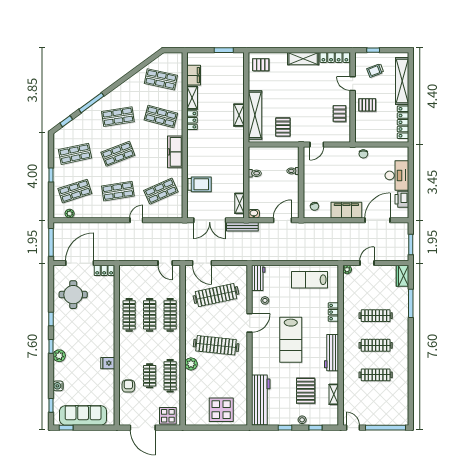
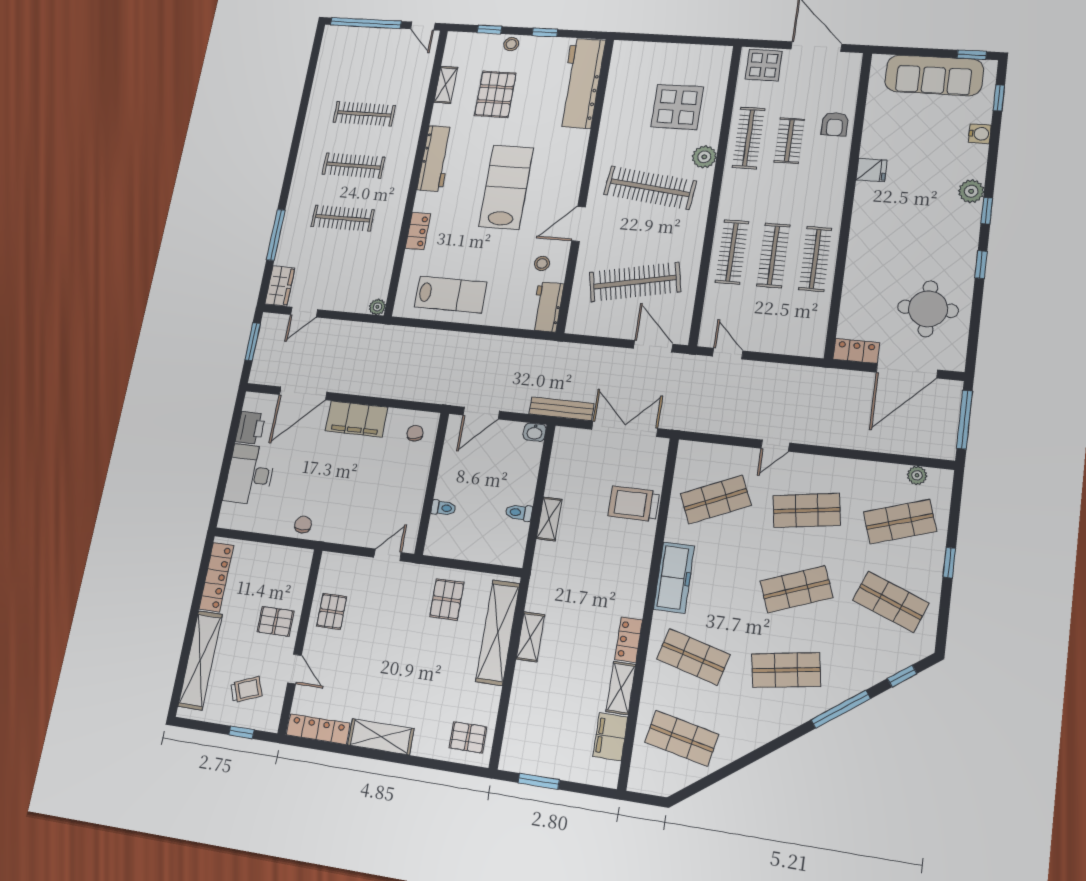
shop shelf: (75, 154) -> (891, 602), turned 33
shelving: (239, 203) -> (549, 519), moved
door: (367, 263) -> (304, 312), moved
display table: (221, 410) -> (677, 107), moved

